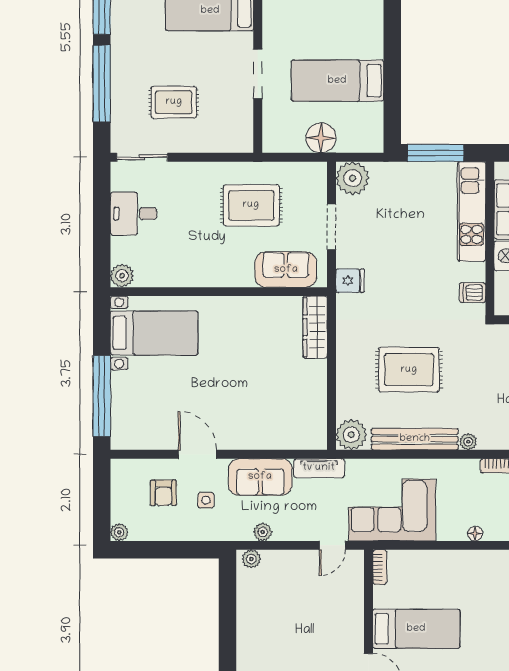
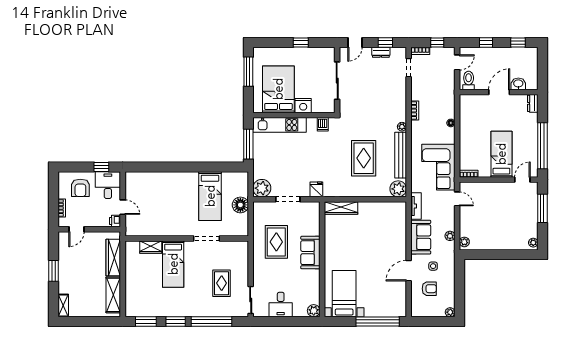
sofa: (286, 270) -> (310, 253), moved

